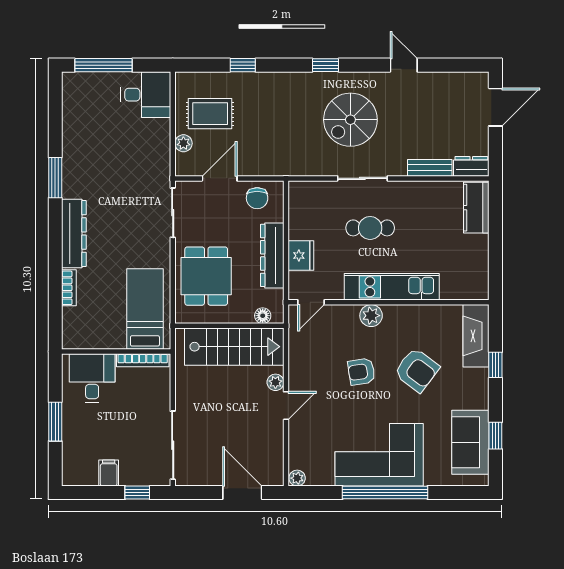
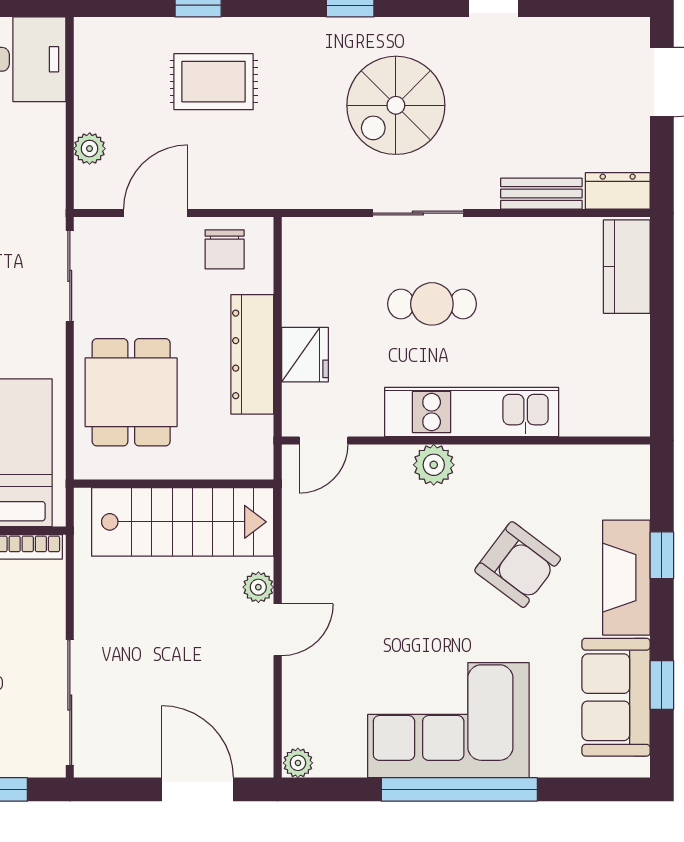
rug: (210, 114) -> (214, 82), moved
floor lamp: (263, 316) -> (235, 465), removed
fireplace: (476, 336) -> (626, 578), moved
armchair: (361, 372) -> (416, 568), removed

